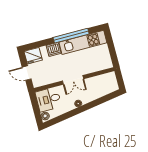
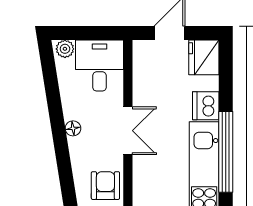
double door: (73, 80) -> (128, 131), swing flipped
armchair: (99, 83) -> (105, 186), added

